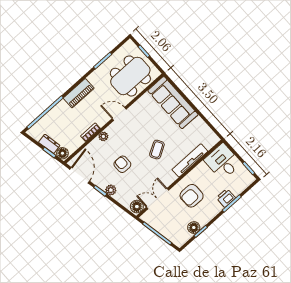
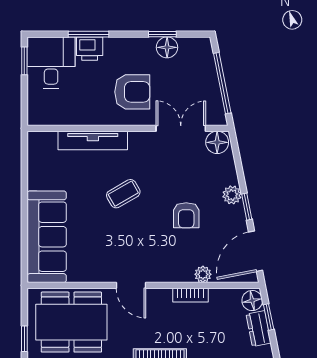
plant: (103, 136) -> (203, 274), moved
desk: (223, 162) -> (51, 63), moved, turned 180
double door: (157, 199) -> (181, 128), swing flipped

